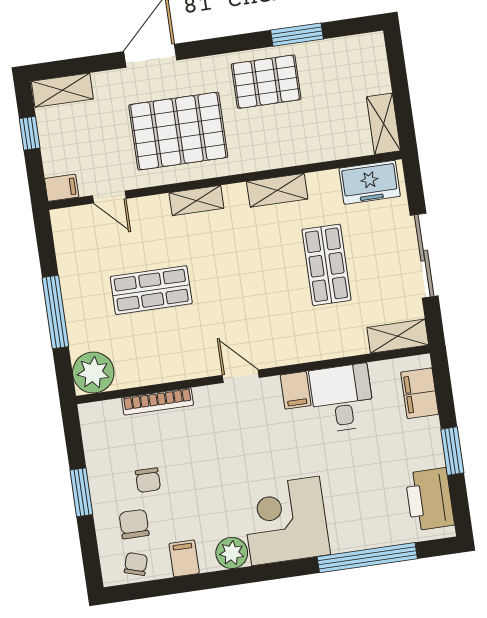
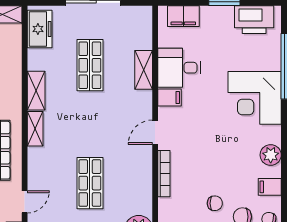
shelving: (196, 201) -> (35, 129), moved
shop shelf: (326, 265) -> (90, 65), turned 90
shelving: (398, 336) -> (144, 70), moved
bookcase: (158, 402) -> (164, 174), moved
corner desk: (286, 521) -> (255, 98), moved

